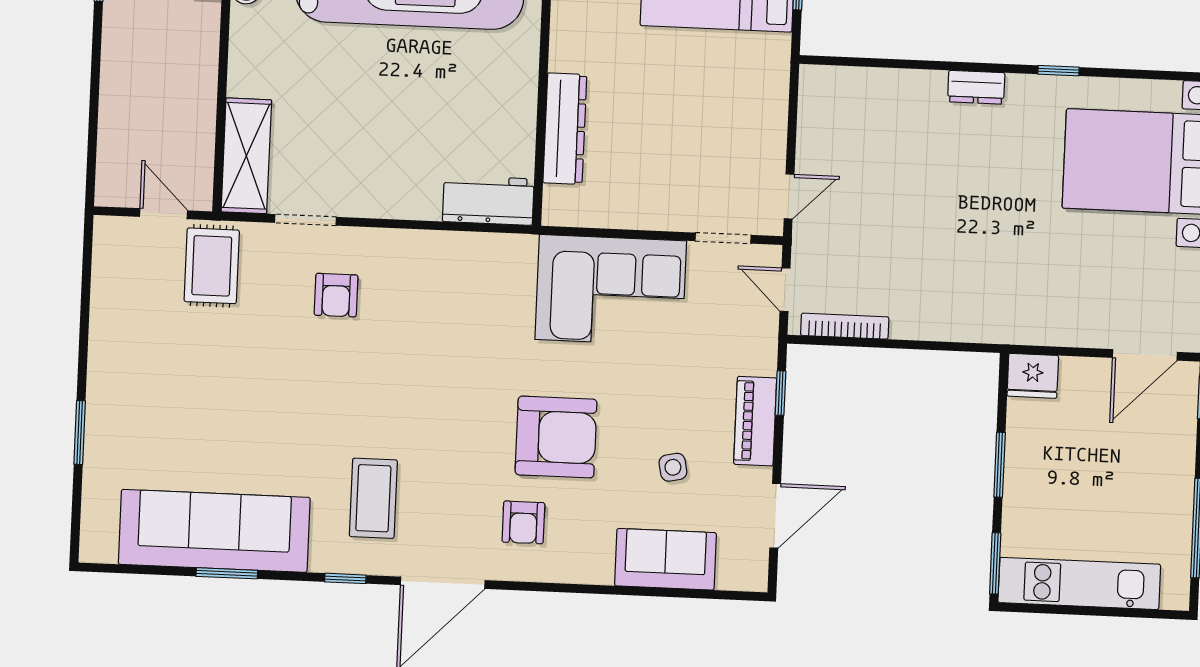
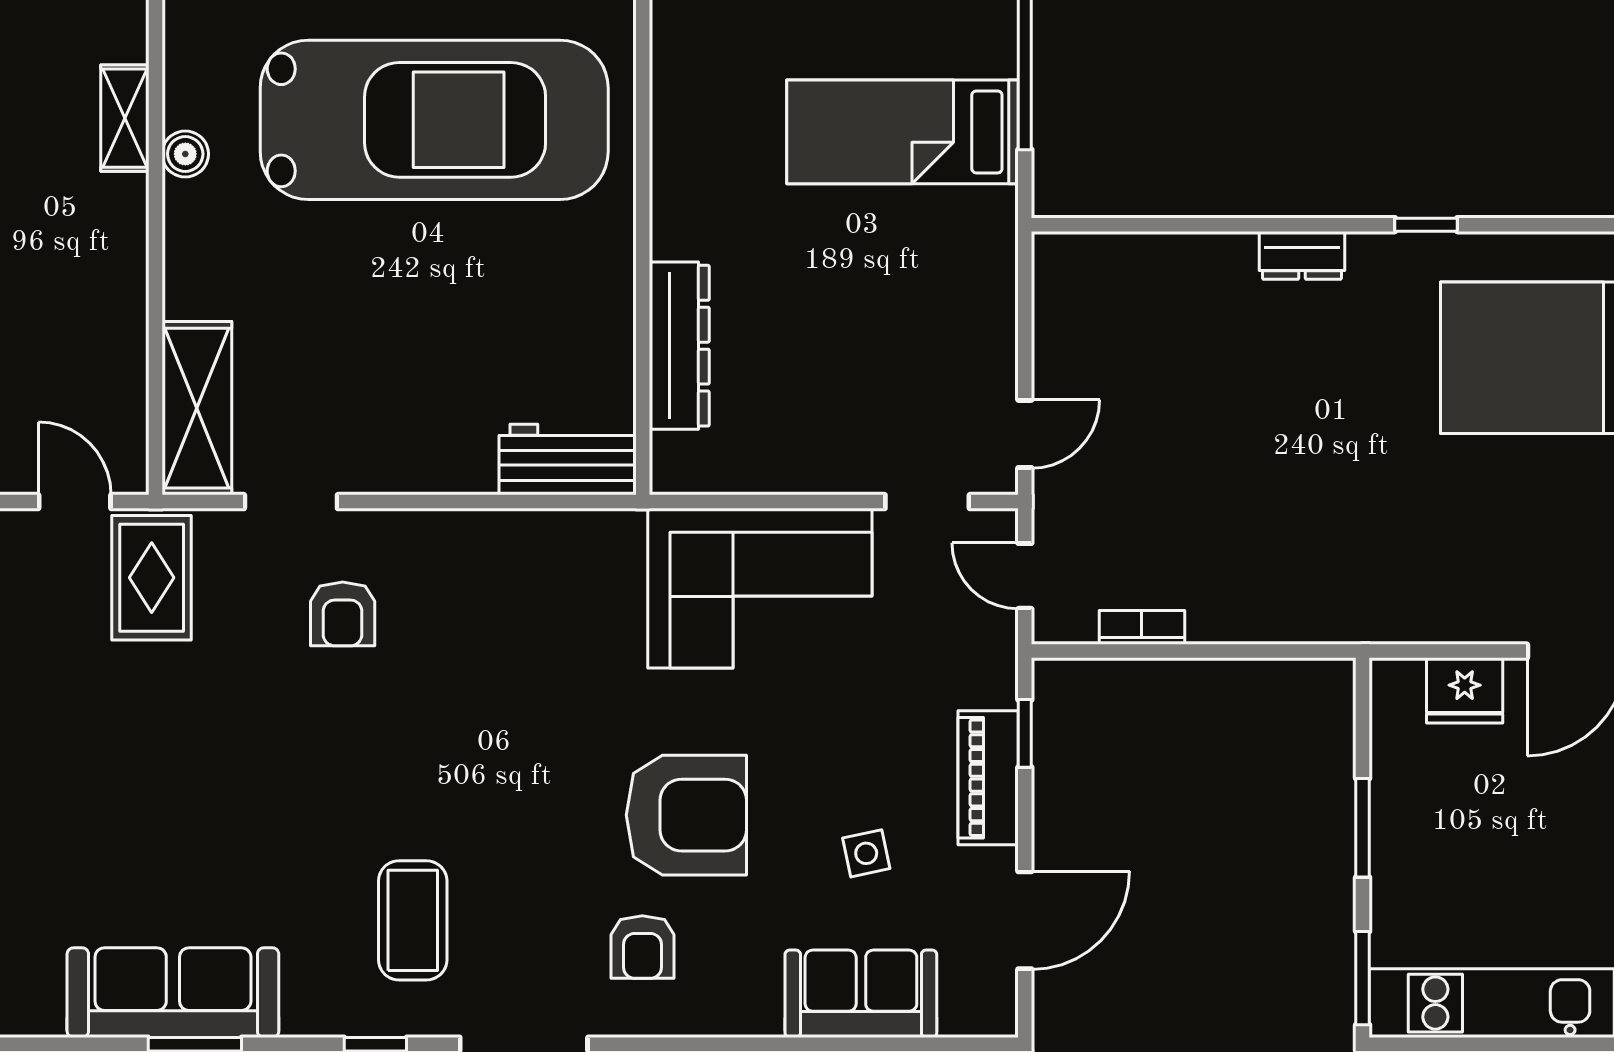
bookcase: (845, 326) -> (1142, 627), width x0.64
fridge: (1033, 376) -> (1465, 690), moved
sofa: (214, 531) -> (173, 993), width x0.74, depth x0.79

